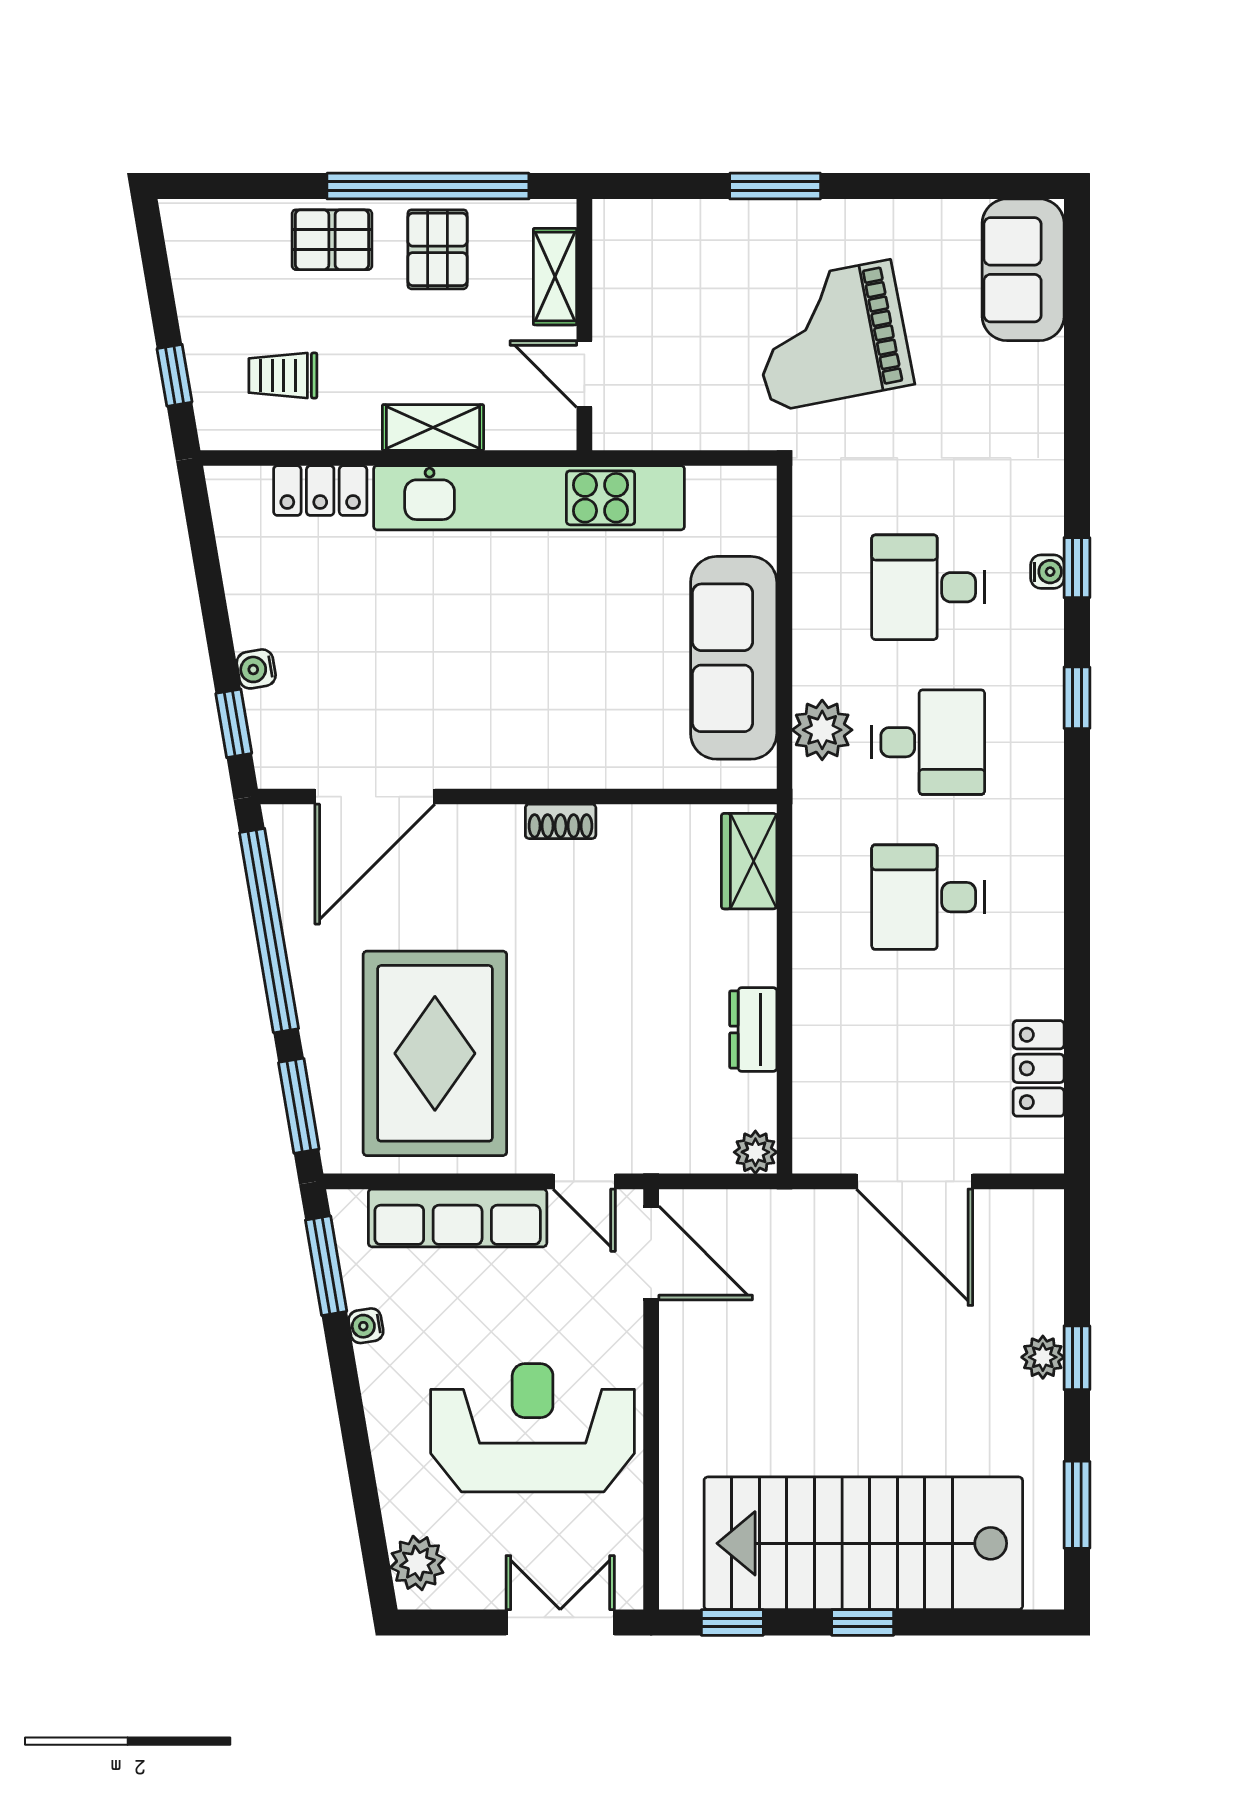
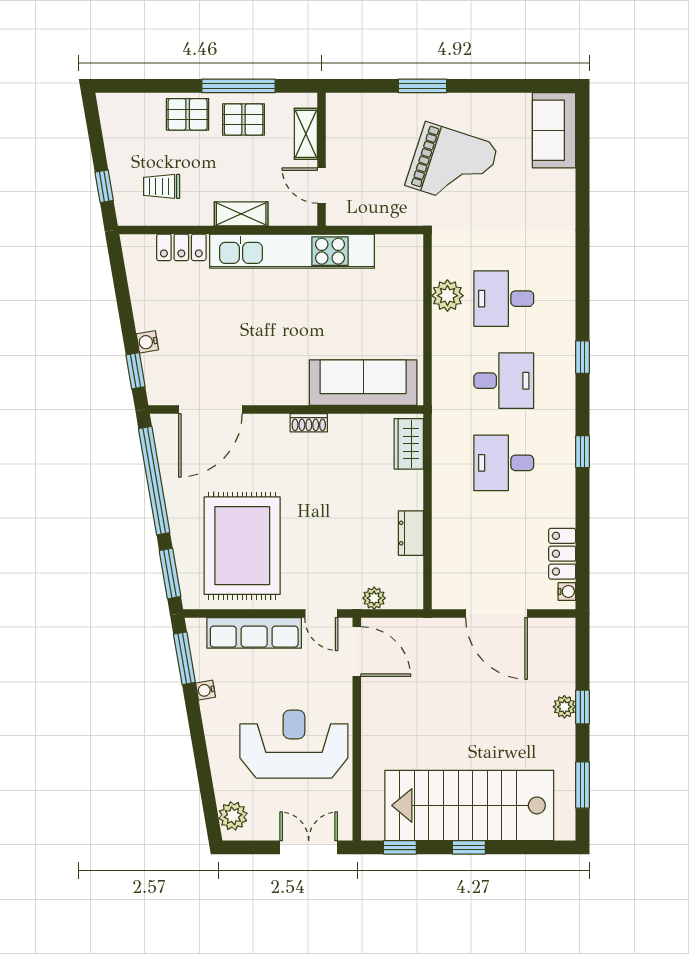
window: (428, 186) -> (238, 86), width x0.68
pallet: (437, 249) -> (244, 119), turned 90
grand piano: (831, 336) -> (452, 165), turned -151
window: (1077, 568) -> (583, 452), moved
water cooler: (1047, 572) -> (567, 591), moved
sofa: (734, 658) -> (363, 383), moved, turned 90
plant: (822, 730) -> (447, 296), moved
plant: (755, 1152) -> (374, 598), moved

